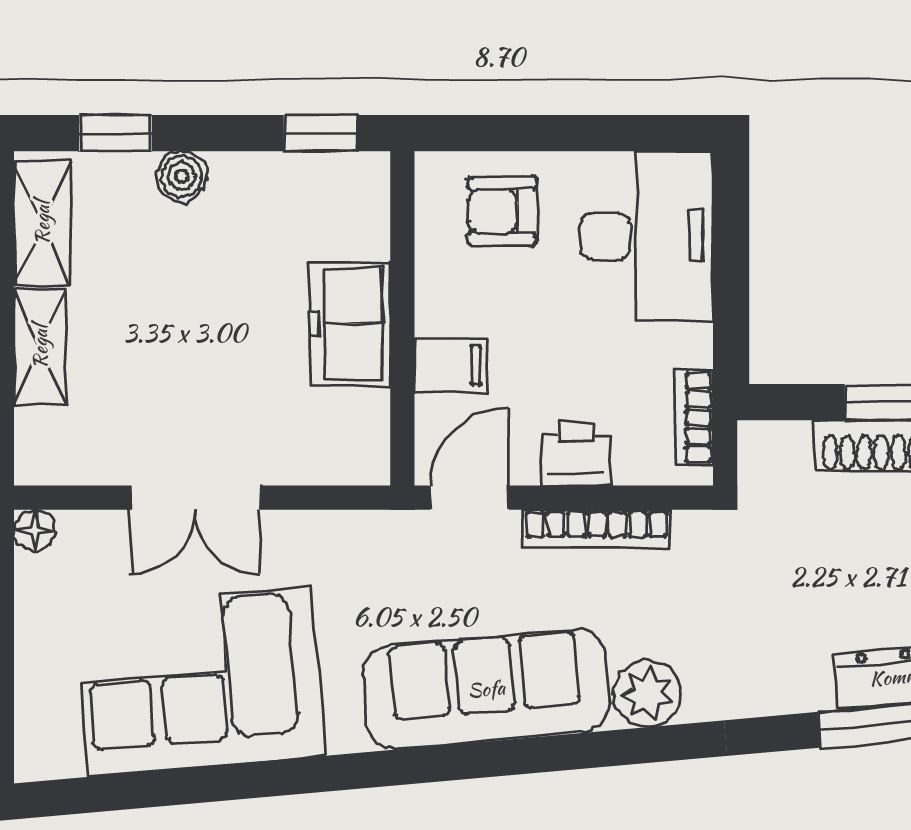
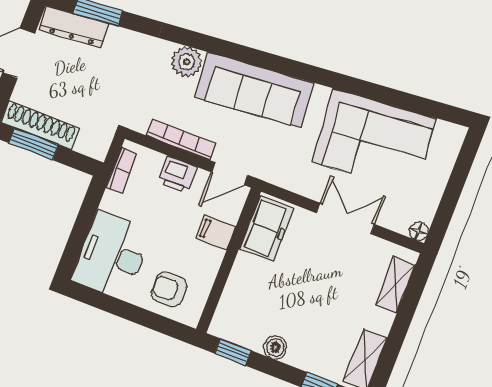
boiler: (182, 176) -> (275, 347), moved
armchair: (502, 211) -> (169, 289), turned 180
freezer: (350, 324) -> (266, 228), moved
shelving: (40, 347) -> (395, 285), moved

